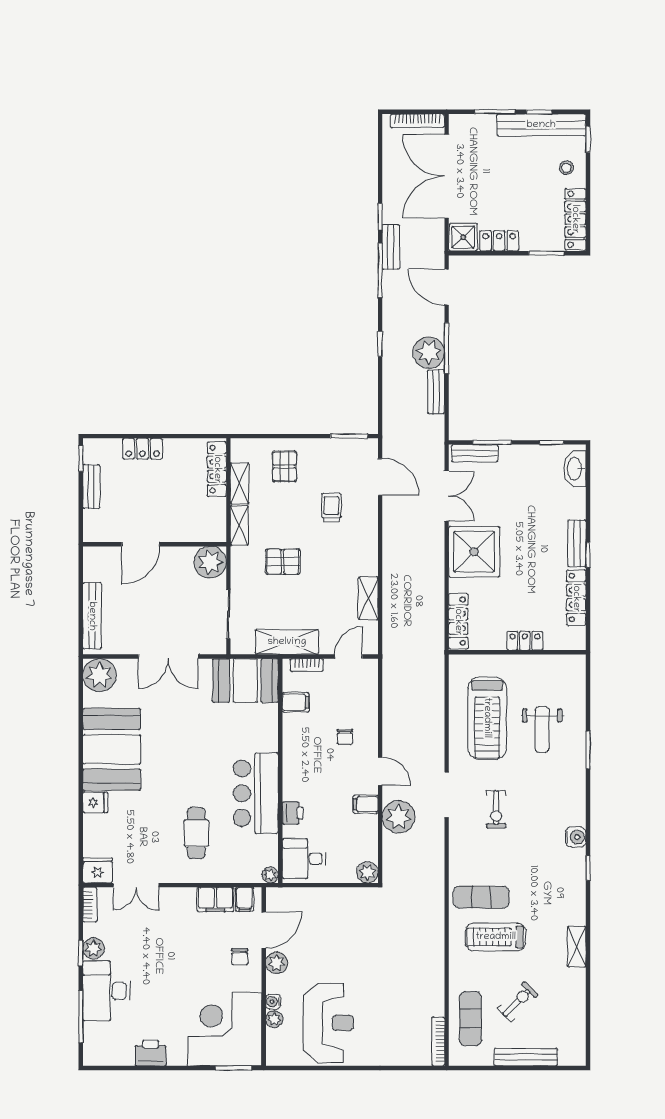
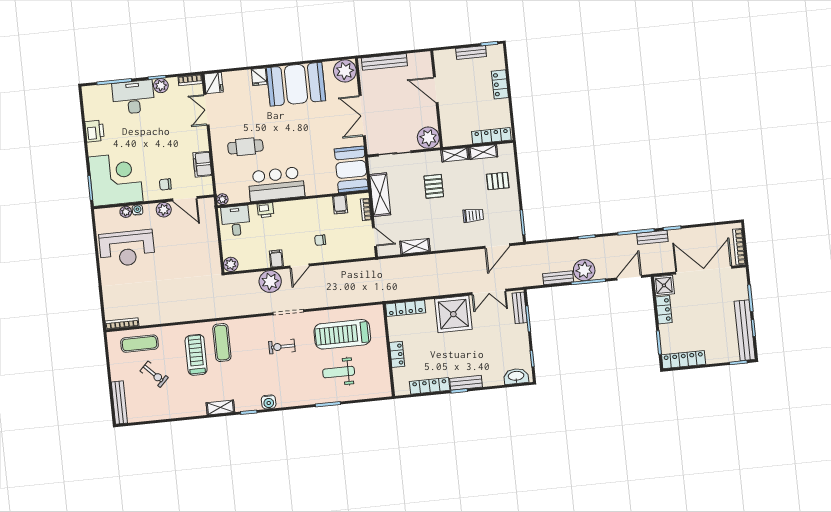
stool: (566, 168) -> (718, 350), removed
filing cabinet: (245, 899) -> (204, 184), removed
shelving: (577, 947) -> (220, 408), moved
bench: (526, 1057) -> (119, 403), moved

